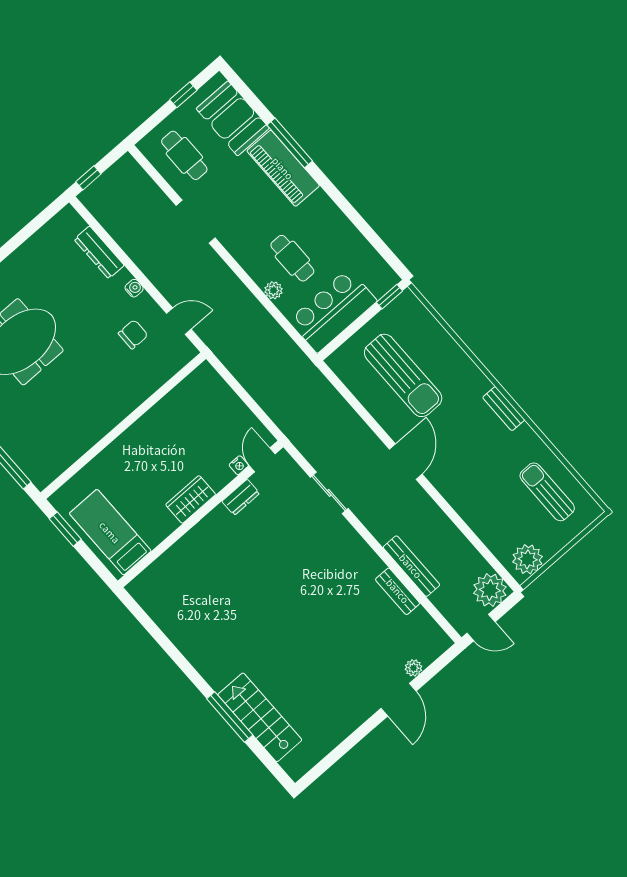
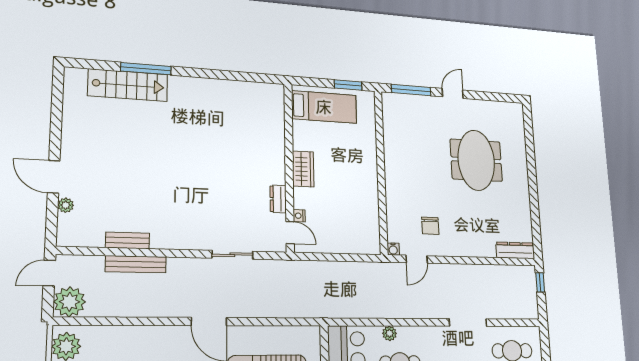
dresser: (99, 252) -> (515, 250), moved
water cooler: (134, 288) -> (393, 249), moved

